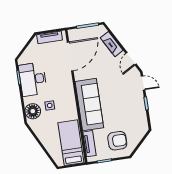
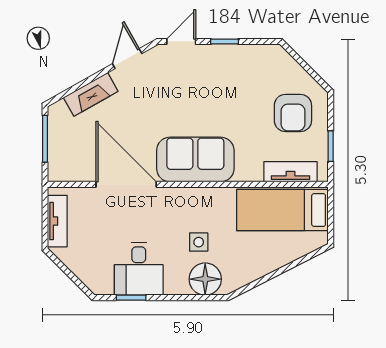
door: (70, 56) -> (126, 184), moved
door: (131, 59) -> (127, 59), swing flipped
desk: (33, 79) -> (139, 269), width x0.73
sofa: (89, 105) -> (195, 160), width x0.73
armchair: (117, 141) -> (293, 113), turned 180

